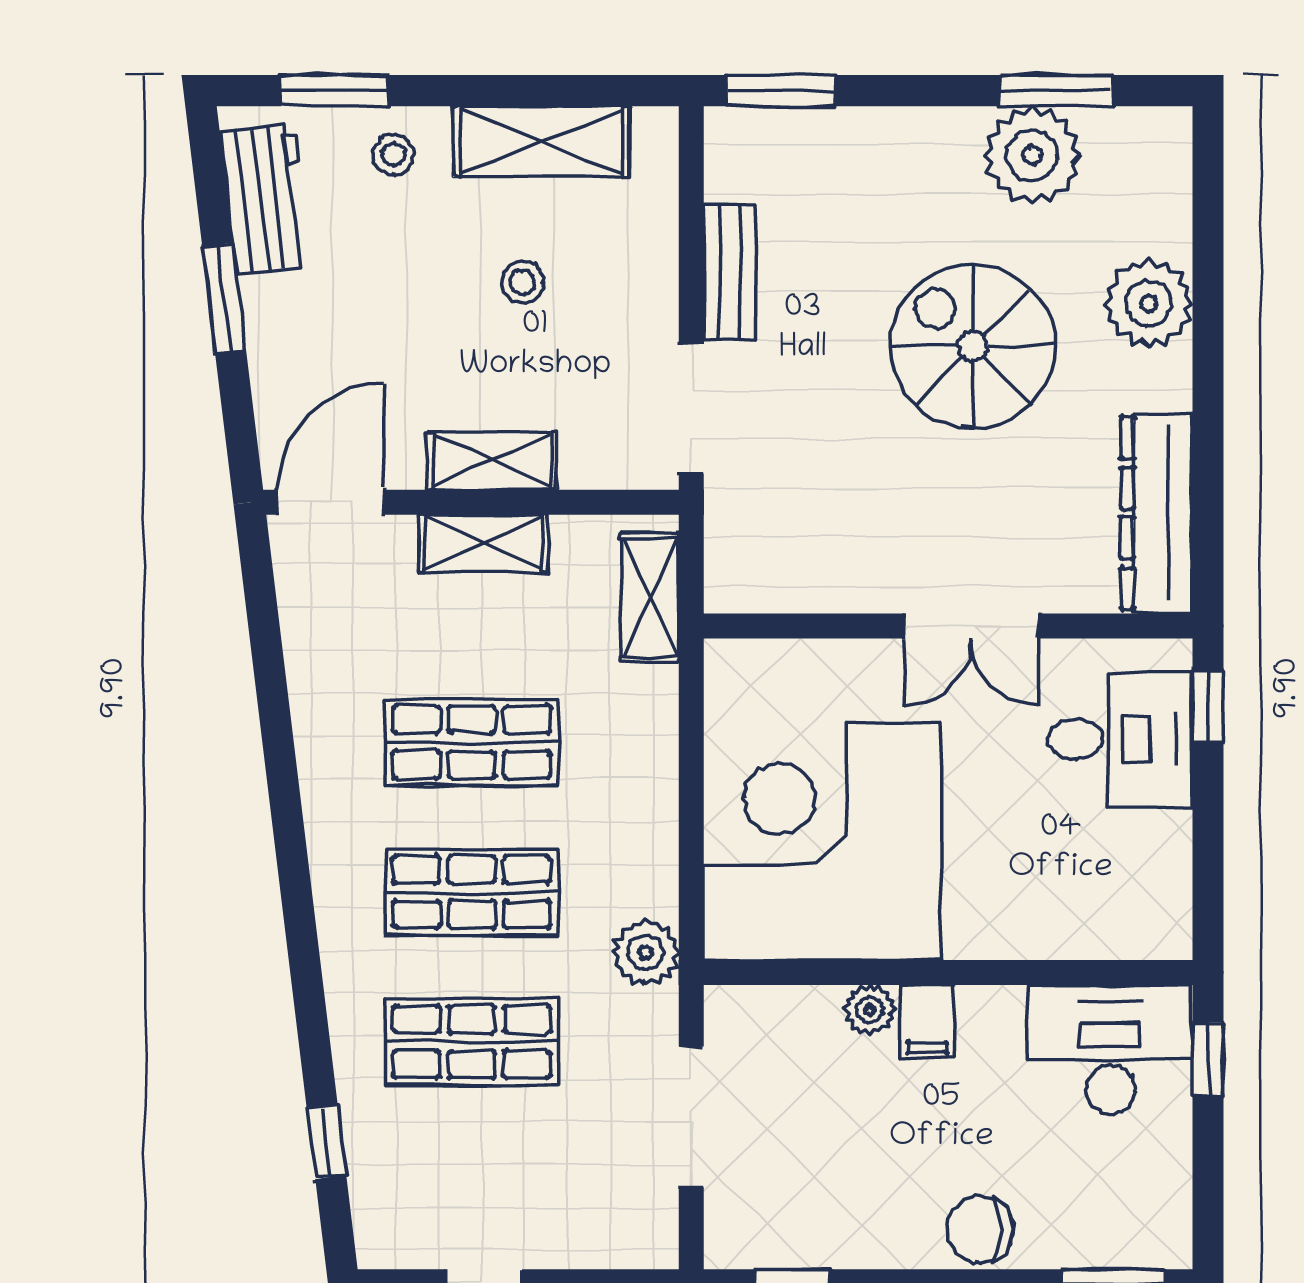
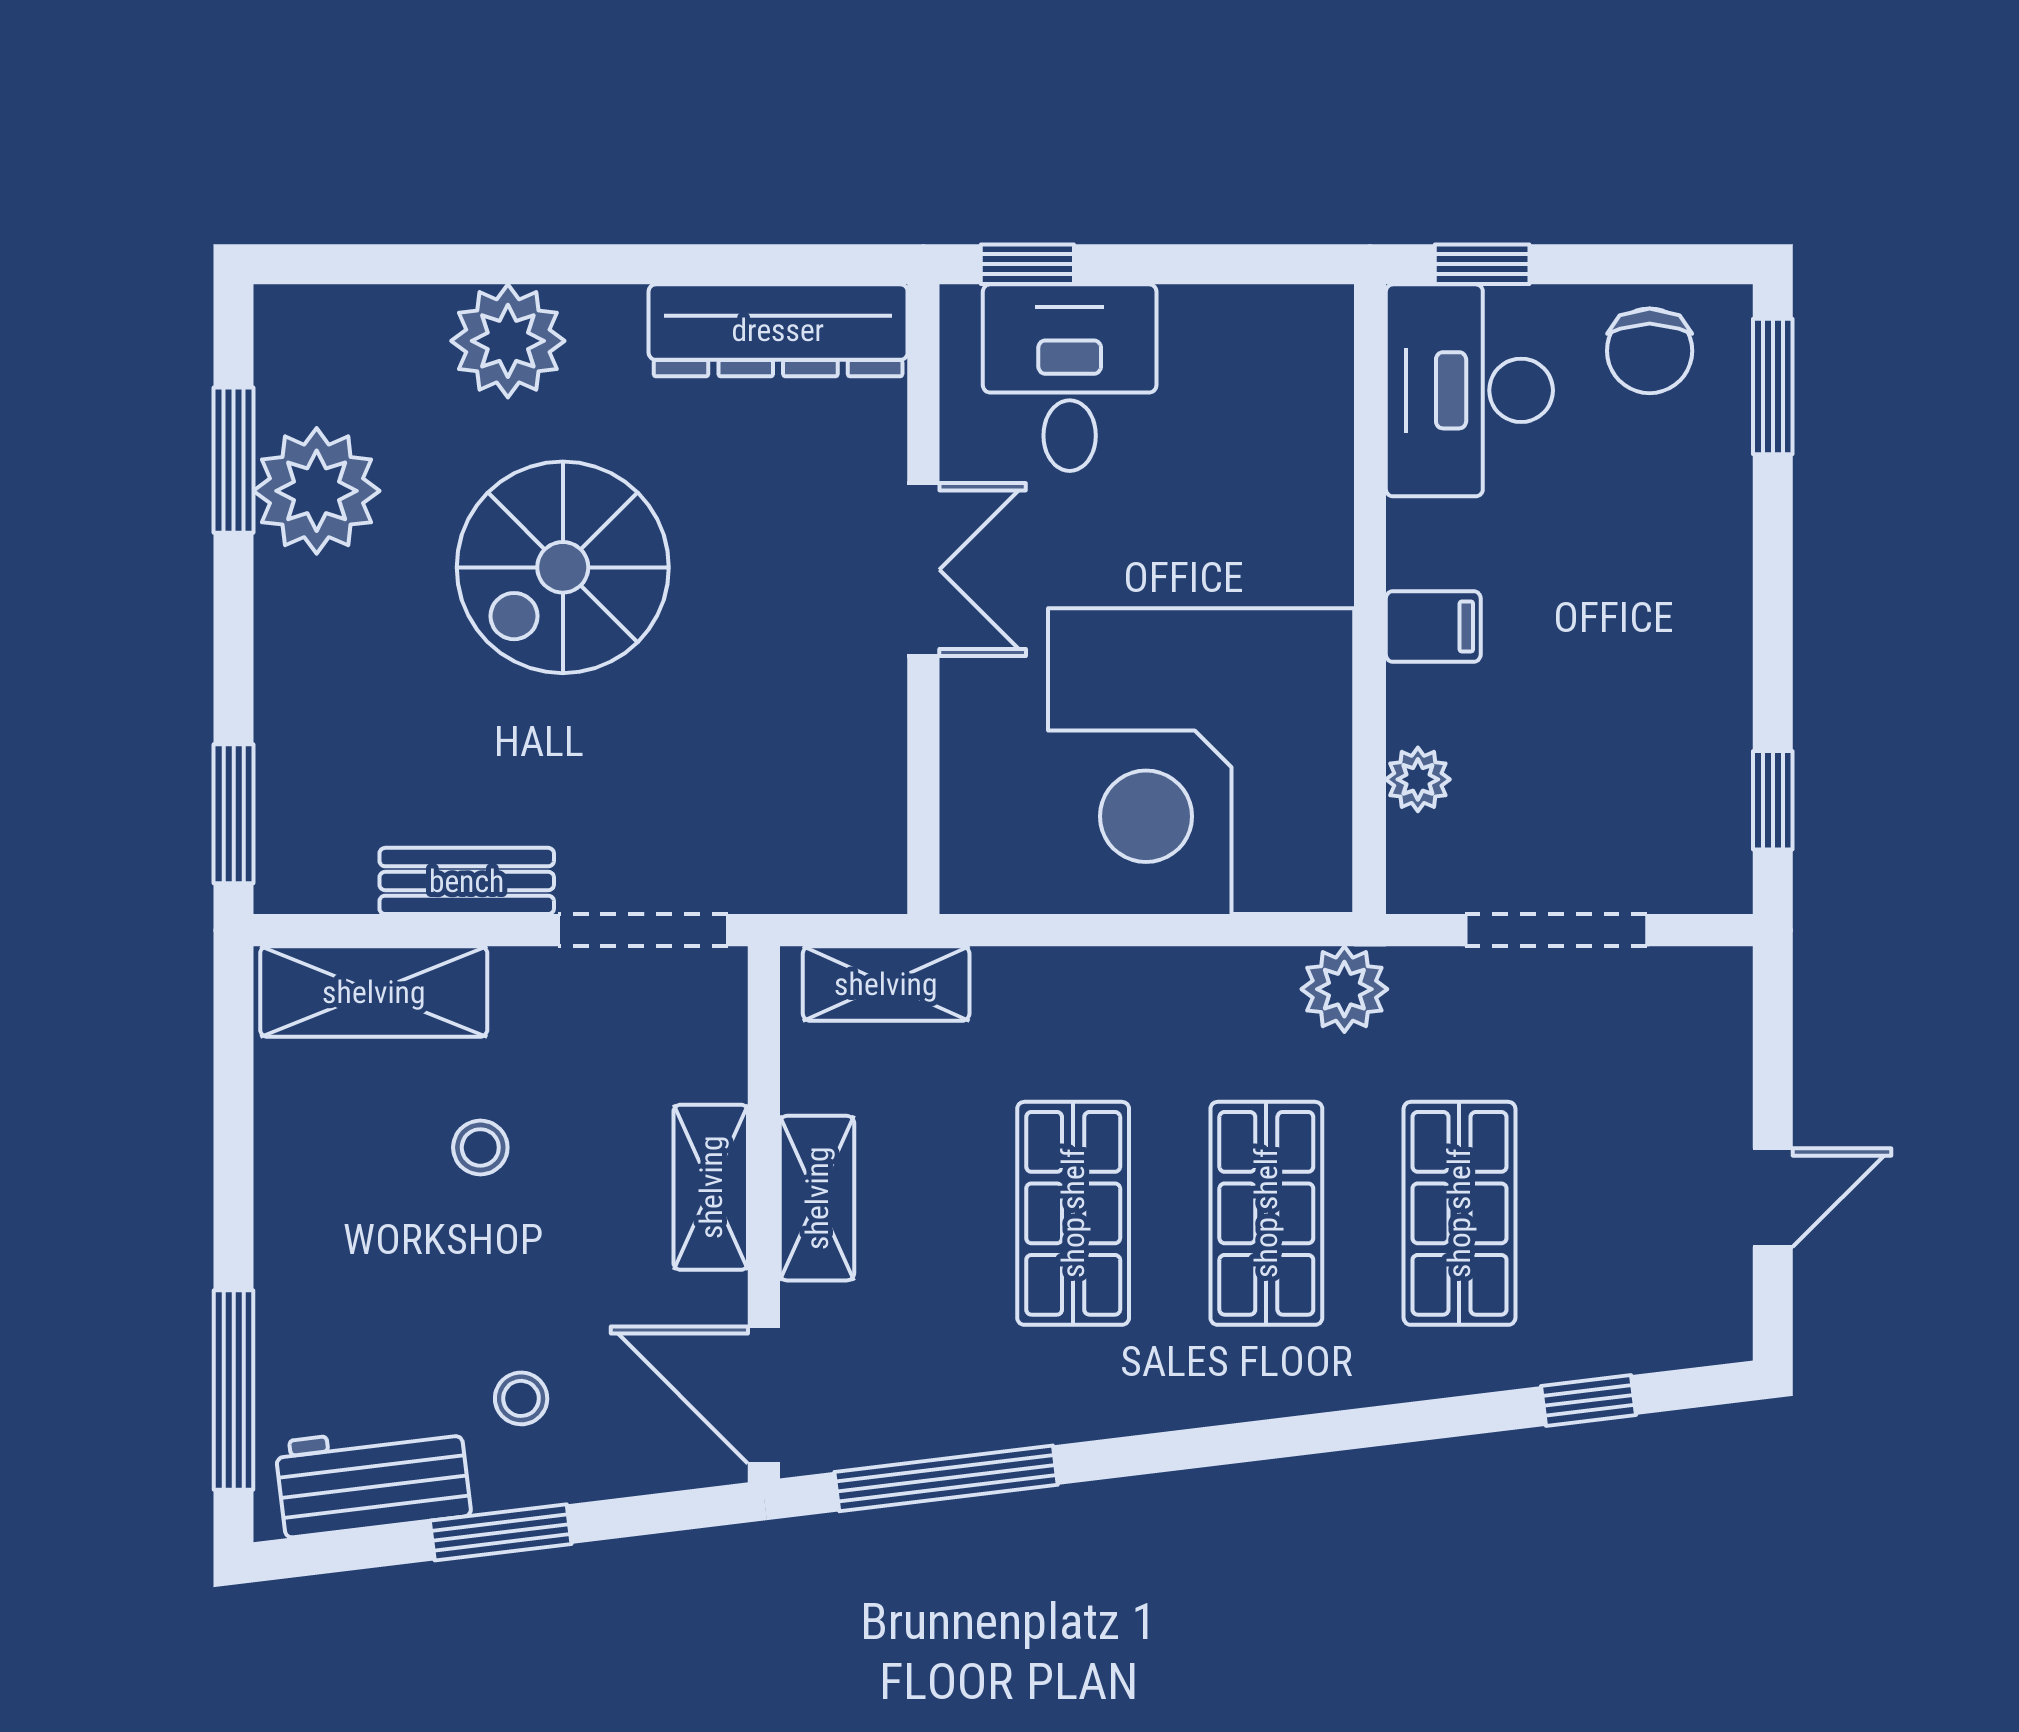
window: (335, 91) -> (234, 1390), width x1.44
shelving: (541, 141) -> (374, 992), moved, turned 90
stool: (394, 155) -> (521, 1398), moved
window: (266, 644) -> (946, 1478), added
plant: (870, 1010) -> (1418, 779), moved
chair: (980, 1229) -> (1650, 351), moved

